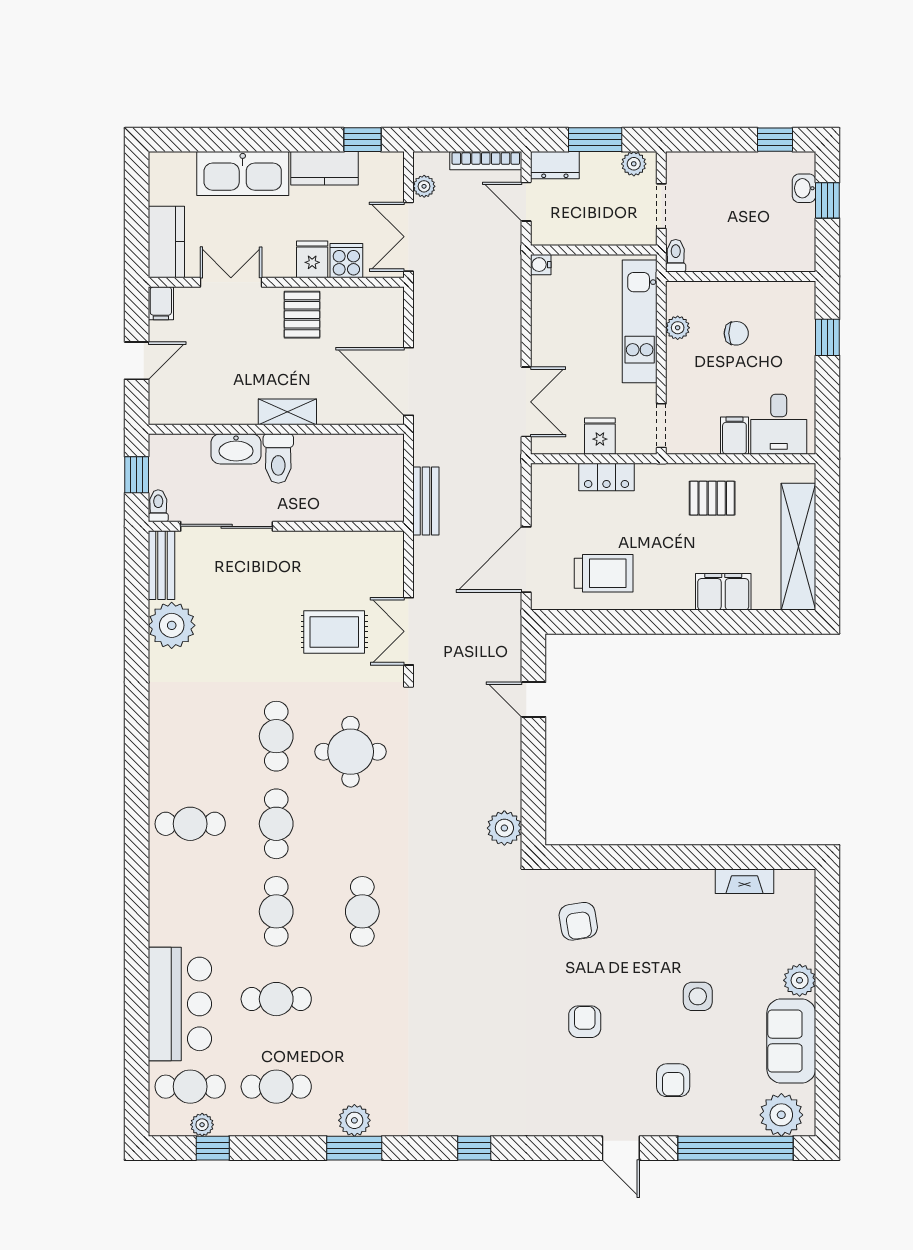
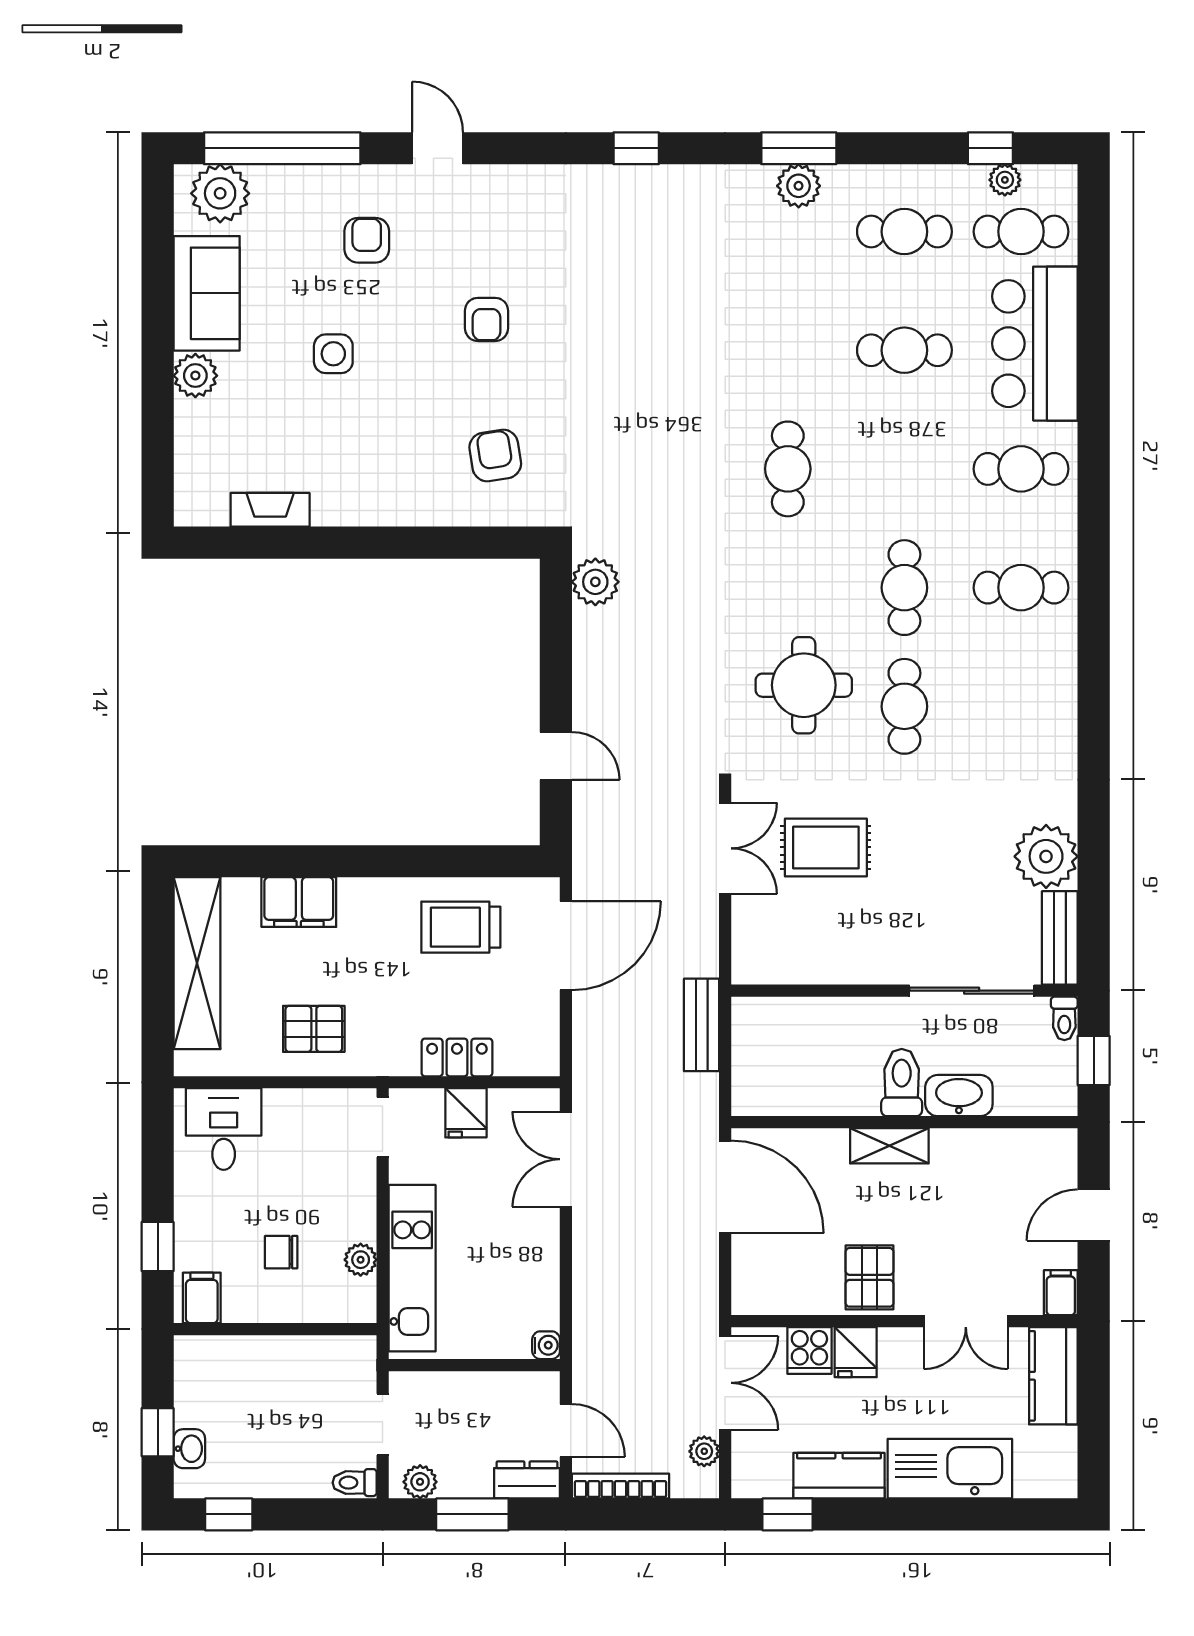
toilet: (676, 256) -> (355, 1483), moved, turned 90
filing cabinet: (734, 436) -> (202, 1298), moved, turned 180
cafe table: (276, 911) -> (1021, 469), moved, turned 90

